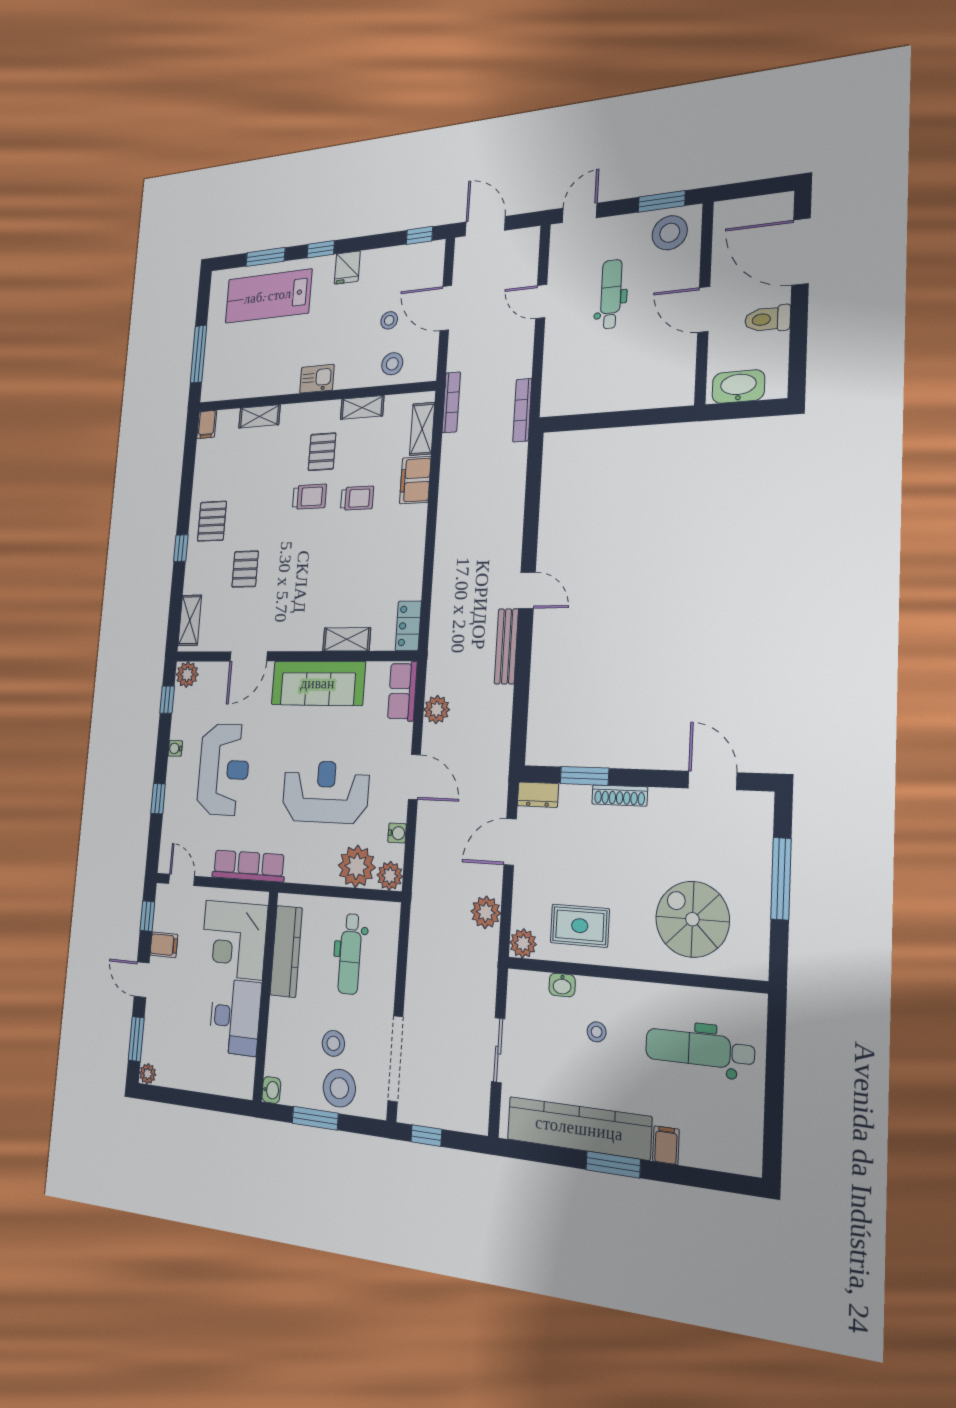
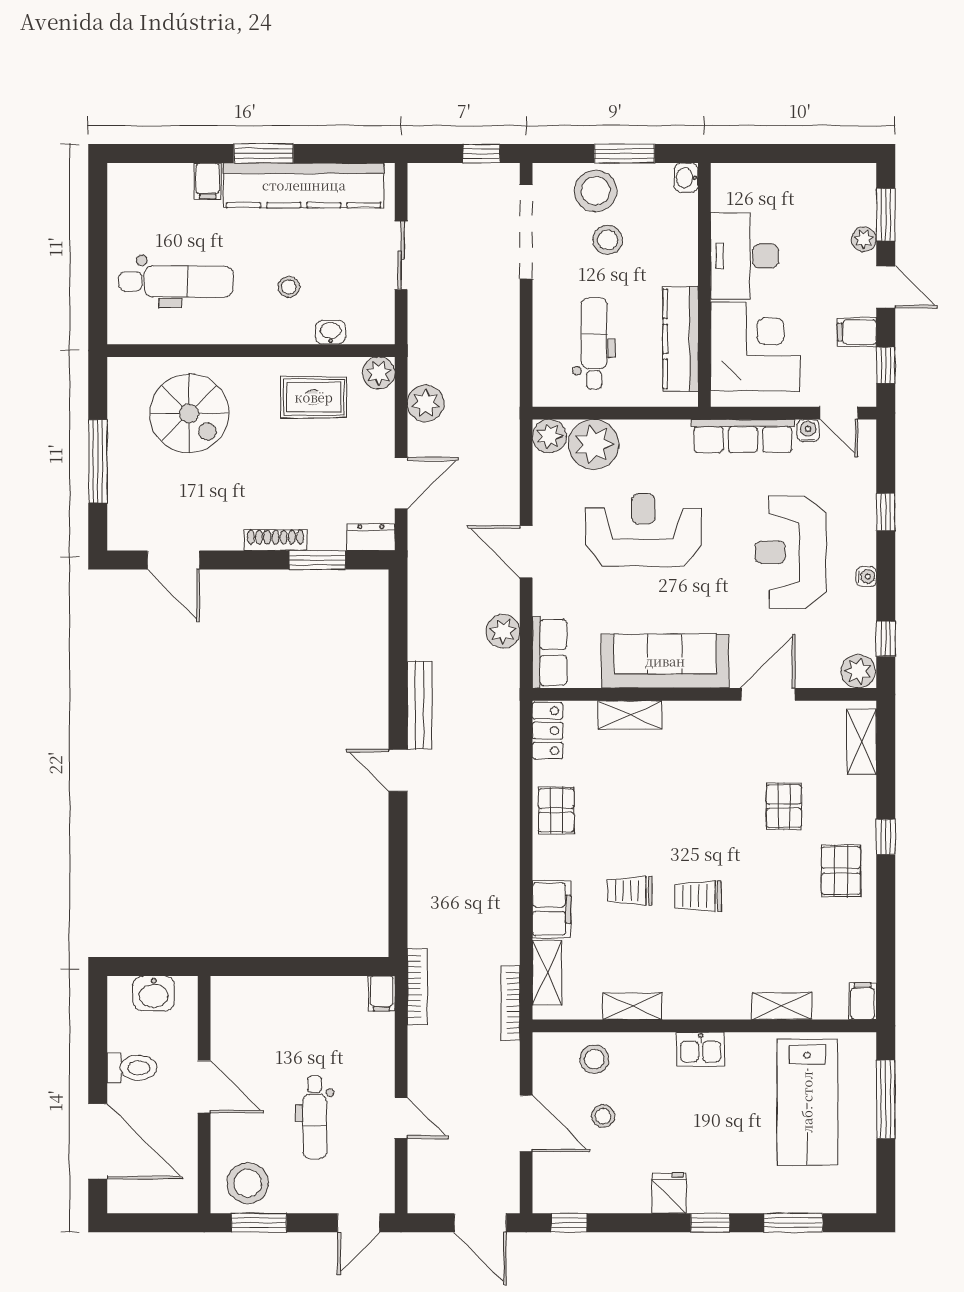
lab bench: (268, 296) -> (807, 1102), moved, turned 90
washbasin: (738, 387) -> (154, 993), width x0.72
filing cabinet: (551, 402) -> (382, 993), added
pallet: (322, 452) -> (556, 810), moved
reception desk: (325, 792) -> (643, 530), turned 180
water cooler: (397, 833) -> (808, 431), moved, turned 90
plant: (148, 1074) -> (864, 239), moved

